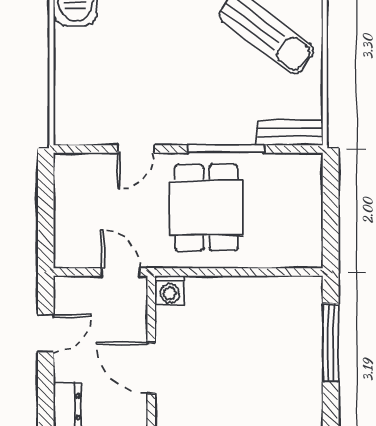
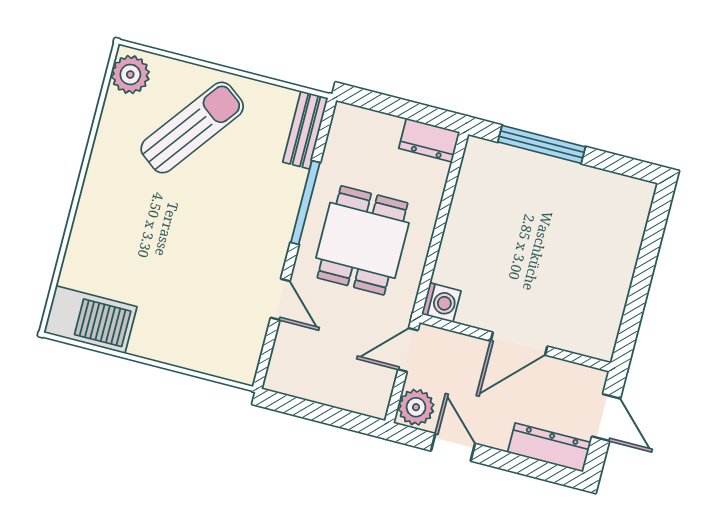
dining table: (206, 208) -> (363, 240), turned 90
dresser: (309, 243) -> (429, 140), added
plant: (72, 292) -> (416, 407), added

